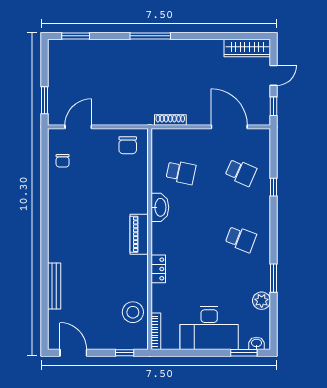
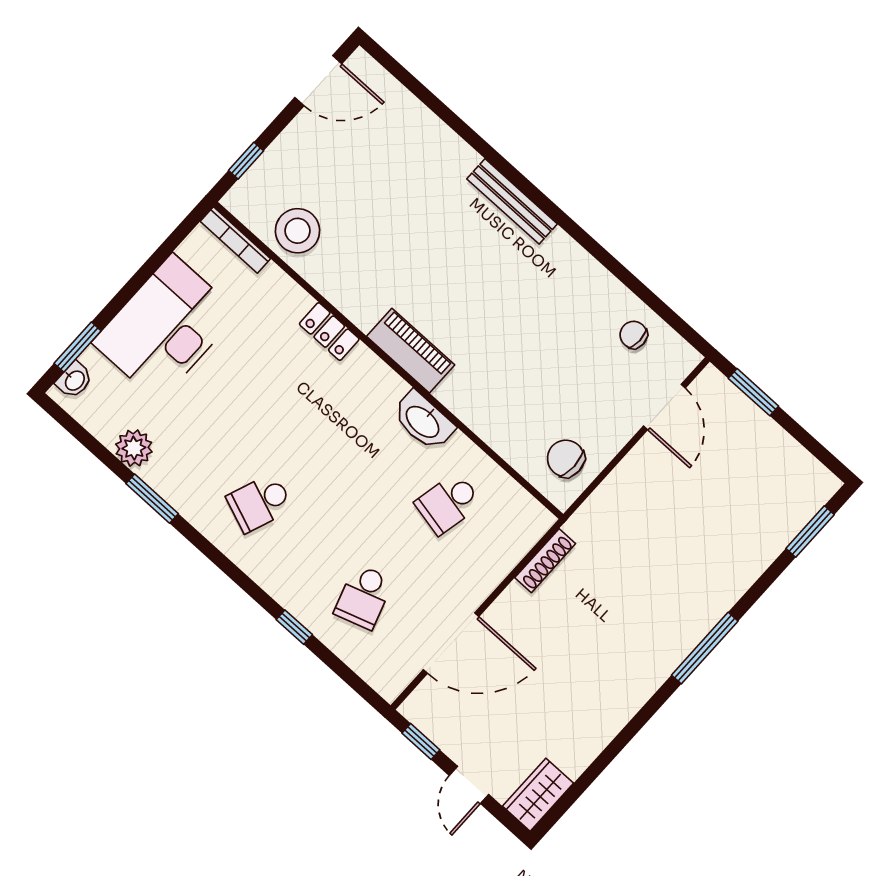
wardrobe: (247, 48) -> (538, 795), width x0.67
school desk: (241, 172) -> (364, 597), turned -42
bench: (54, 286) -> (512, 201), moved

